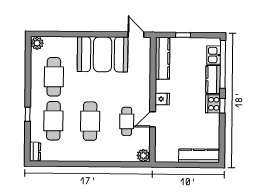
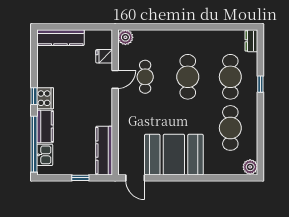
fridge: (162, 99) -> (104, 56), moved

